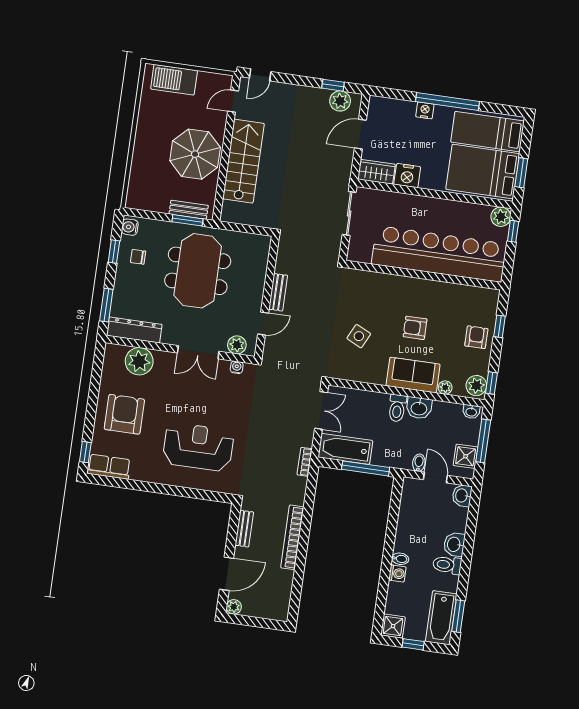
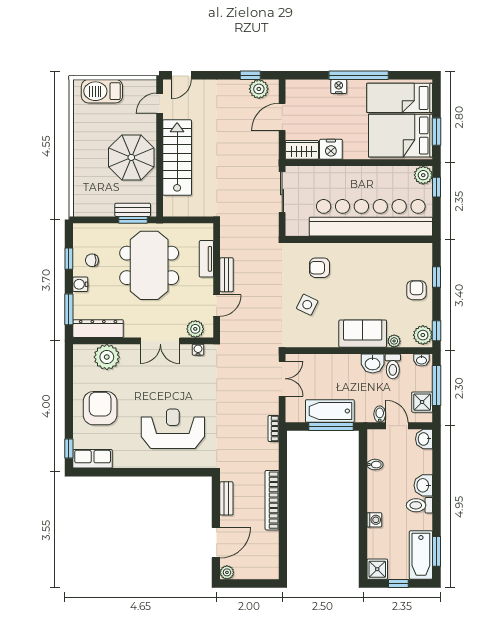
water cooler: (130, 227) -> (80, 284), moved
tv unit: (259, 273) -> (206, 259), added
armchair: (415, 328) -> (320, 268), moved
toilet: (397, 408) -> (393, 366), moved
bathtub: (345, 449) -> (330, 411), moved
bidet: (400, 559) -> (375, 465), moved

